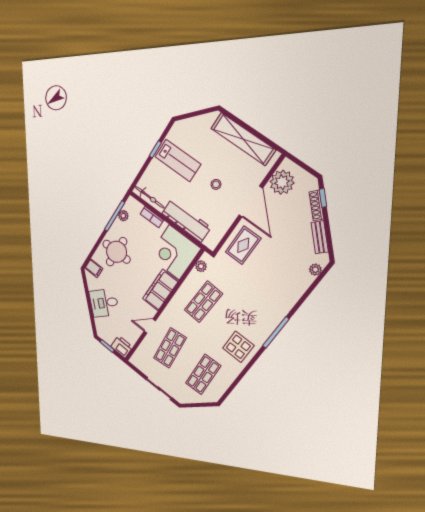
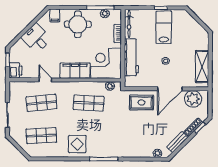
shelving: (243, 139) -> (202, 67), width x0.68
lab bench: (178, 160) -> (164, 27), turned 180

